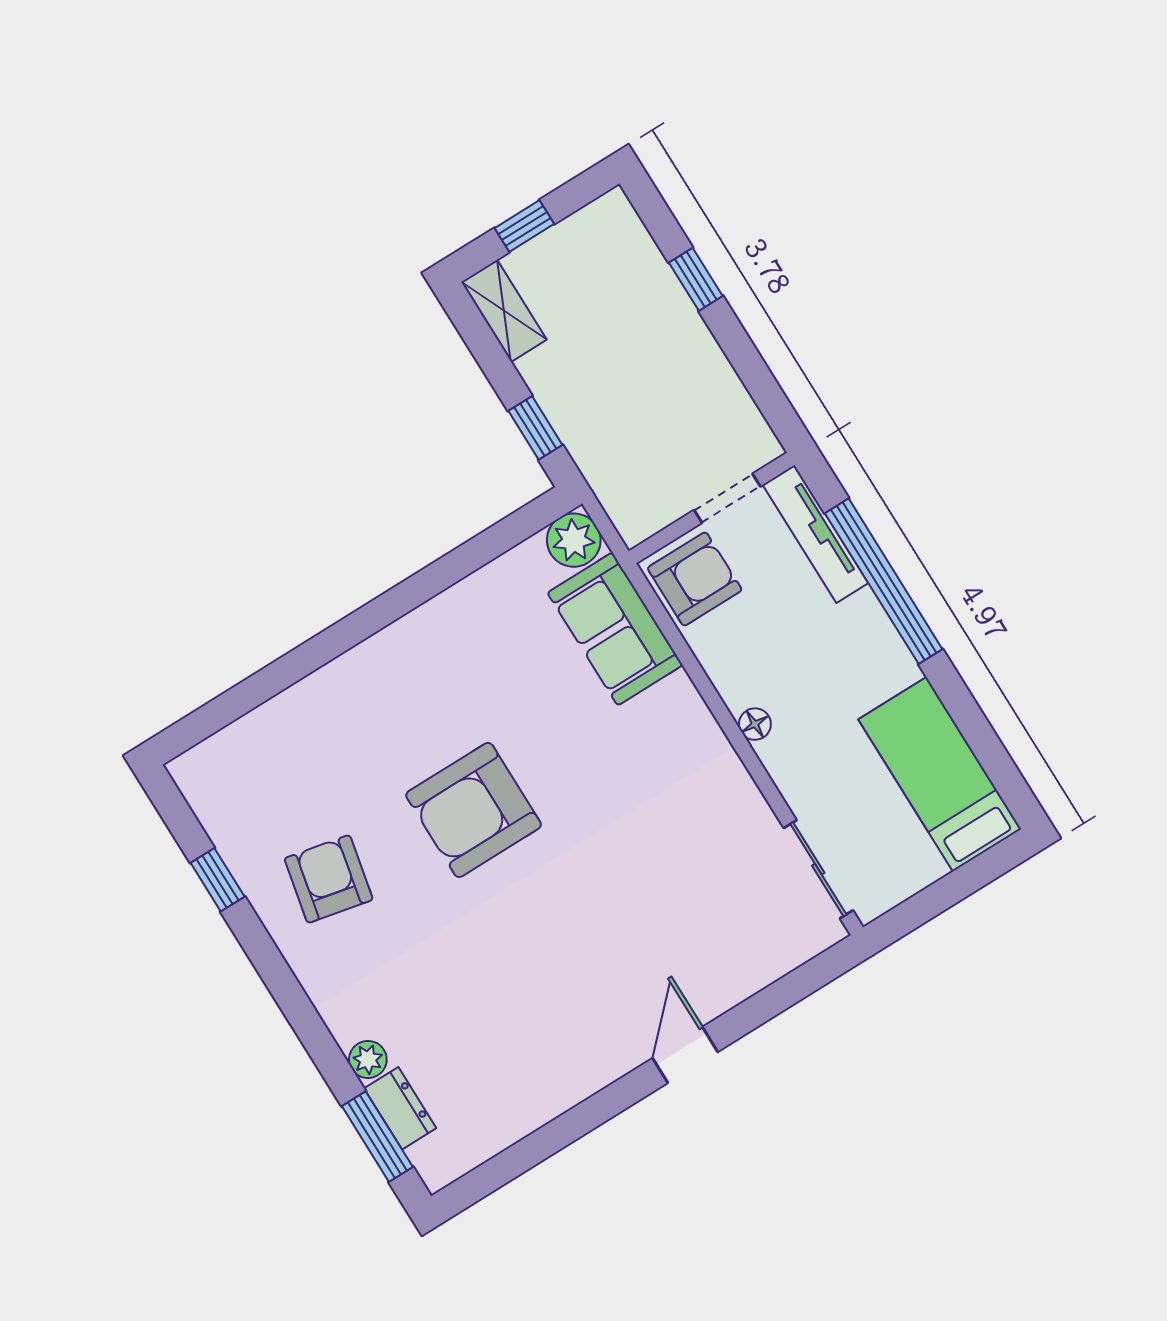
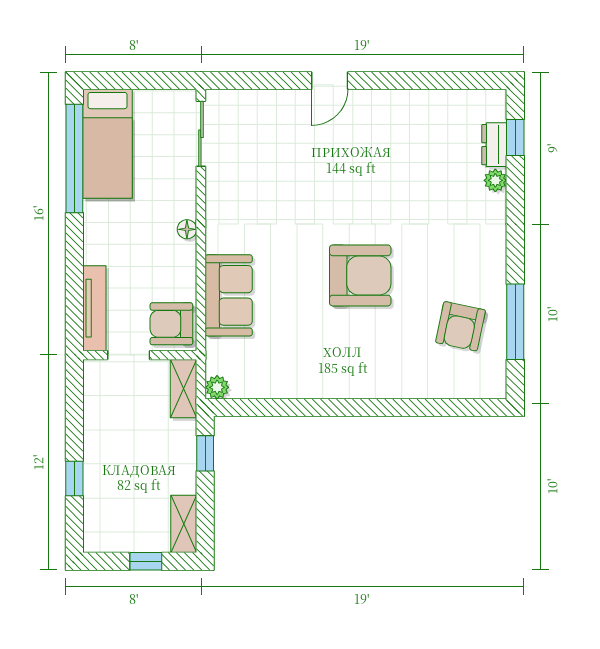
shelving: (622, 499) -> (183, 389), added
plant: (574, 540) -> (217, 387), width x0.73, depth x0.73
window: (884, 581) -> (74, 158), moved
sofa: (615, 629) -> (229, 295), moved
armchair: (329, 879) -> (461, 326), moved
window: (218, 880) -> (515, 322), width x2.17
window: (377, 1137) -> (515, 137), width x0.67

